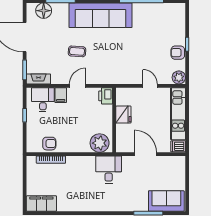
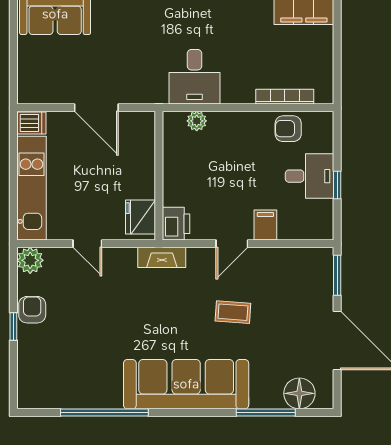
armchair: (178, 53) -> (32, 310), turned -90
fireplace: (38, 79) -> (162, 257), moved
desk: (43, 100) -> (310, 176), moved, turned -90
fridge: (123, 115) -> (140, 217), moved
plant: (100, 143) -> (197, 121), width x0.53, depth x0.53
desk: (109, 170) -> (194, 77), moved

